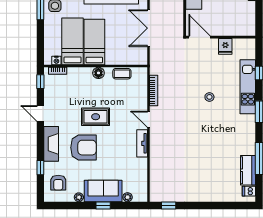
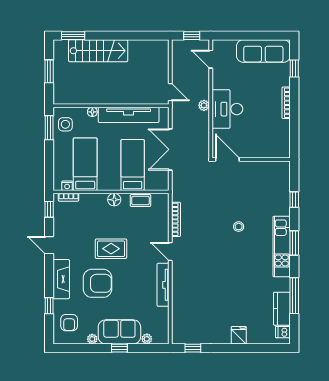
bed: (94, 42) -> (133, 165), moved
fridge: (225, 46) -> (239, 335), moved, turned 180
kitchen unit: (248, 87) -> (282, 246), moved
tv unit: (142, 143) -> (163, 285), width x1.41

